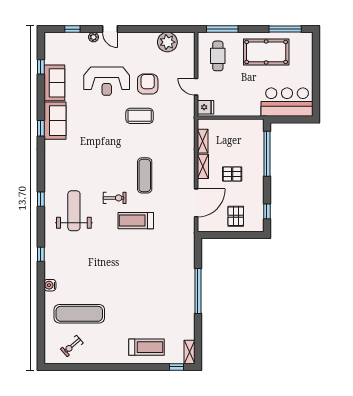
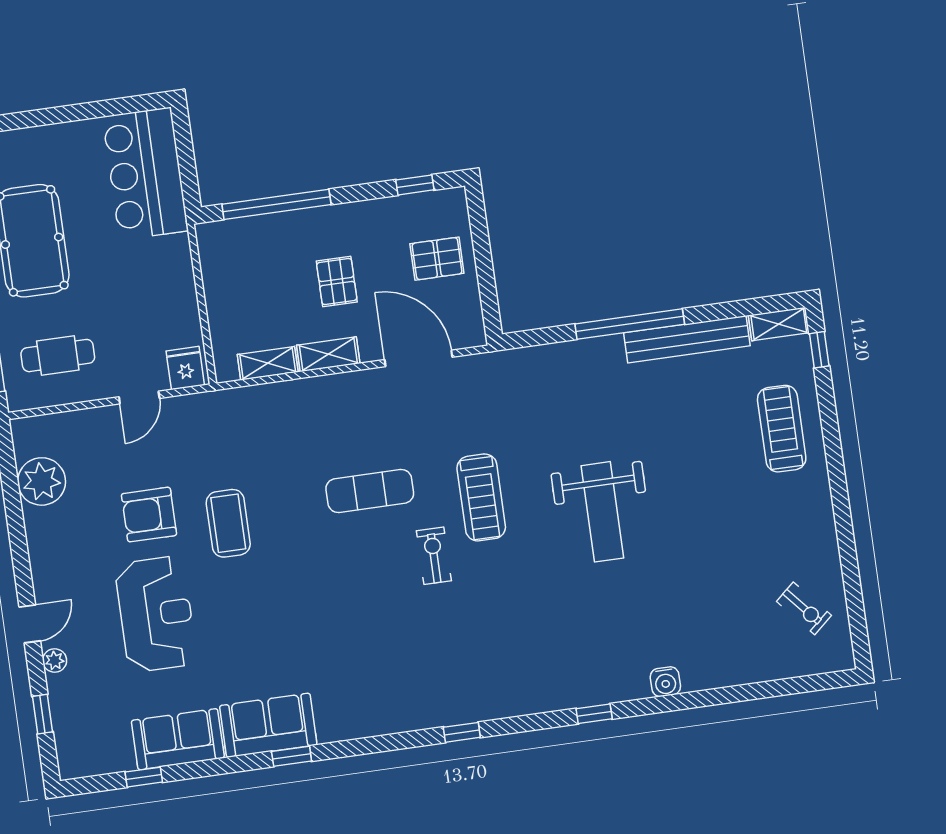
weight bench: (74, 211) -> (602, 512), moved, turned -90
exercise mat: (79, 314) -> (724, 601), removed
bench: (188, 314) -> (687, 339), added

